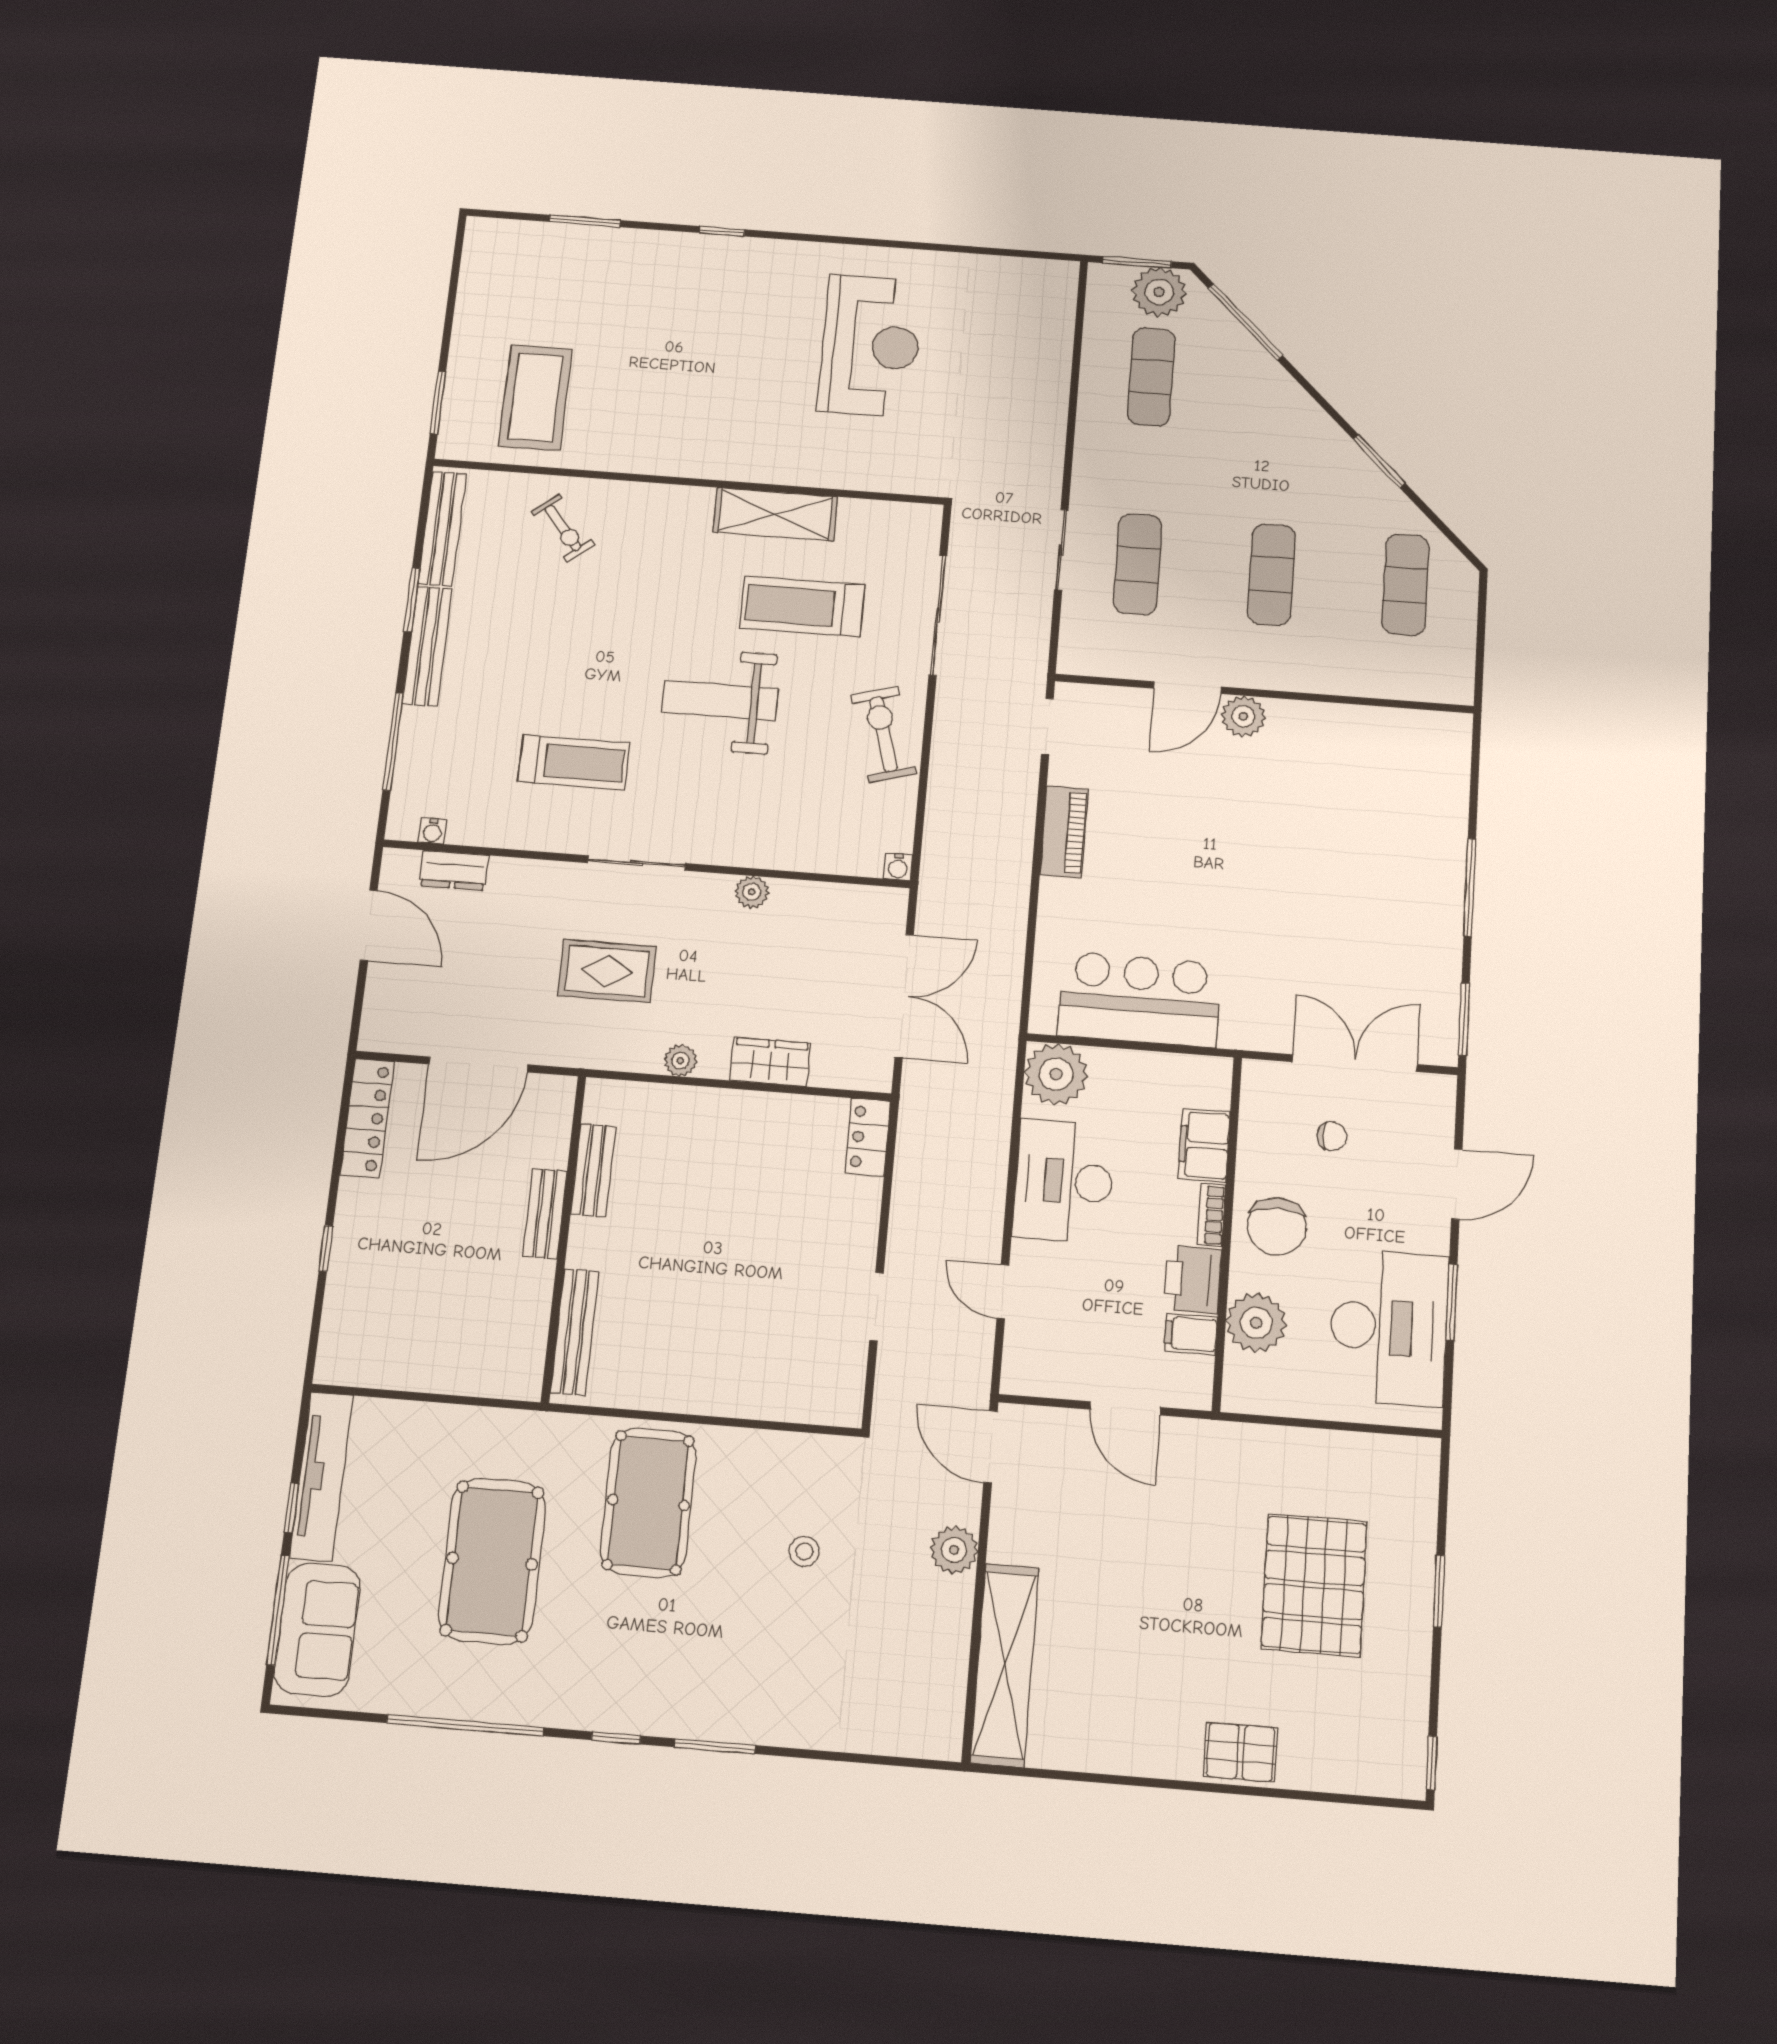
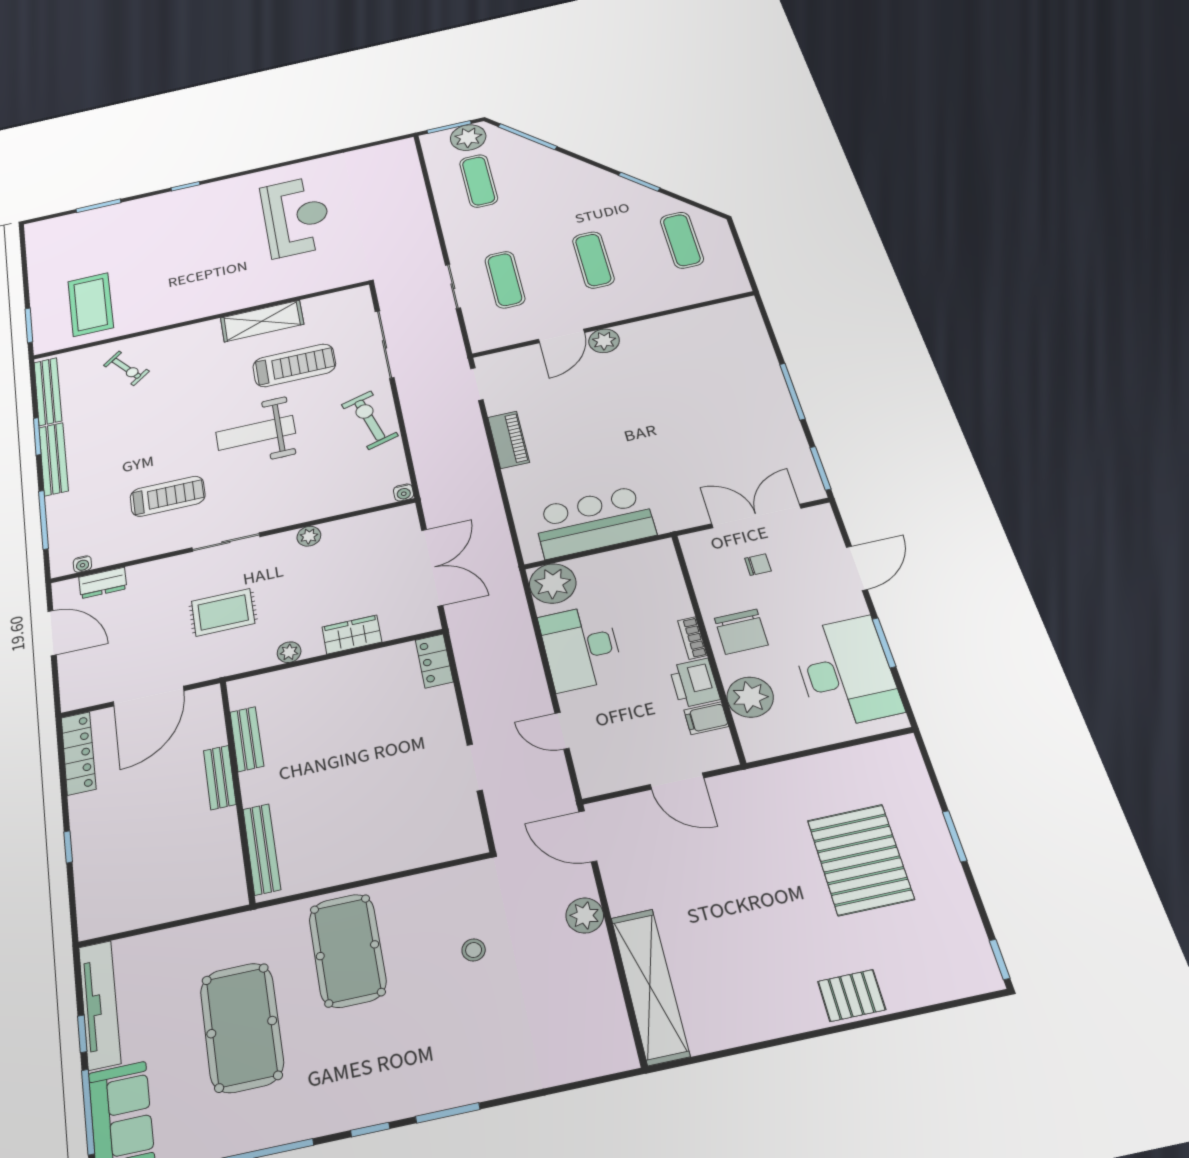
treadmill: (802, 606) -> (294, 365), turned 180
filing cabinet: (1204, 1145) -> (671, 596), removed

